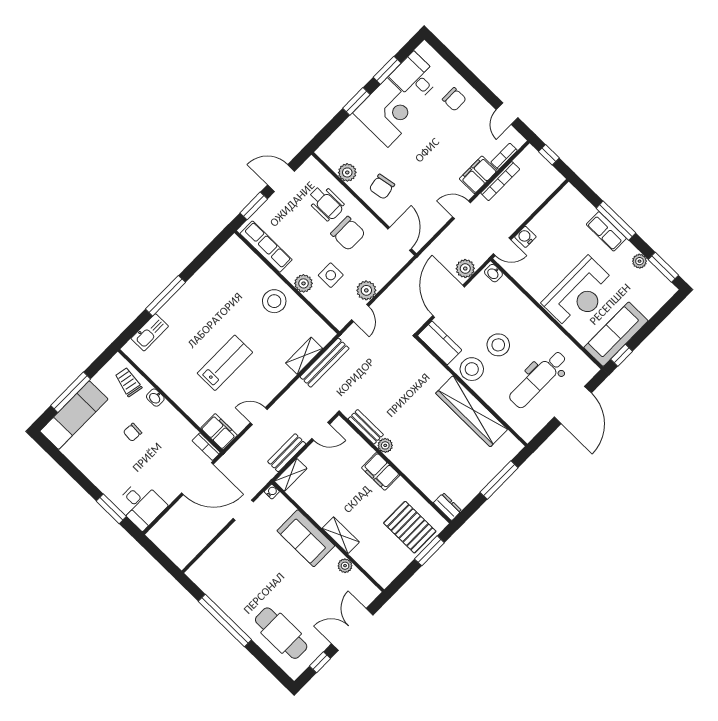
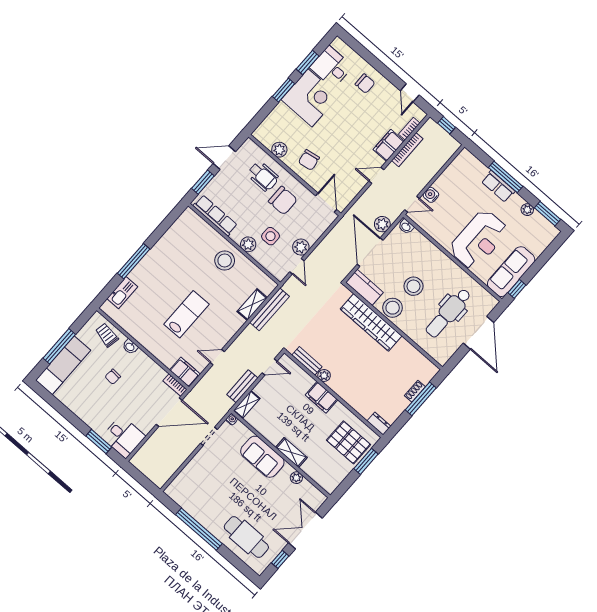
wardrobe: (472, 411) -> (371, 322), moved
shoe rack: (493, 470) -> (415, 391), added

